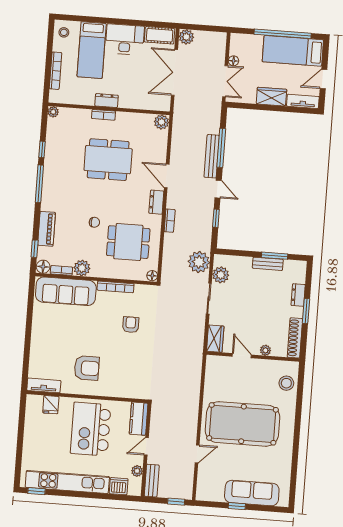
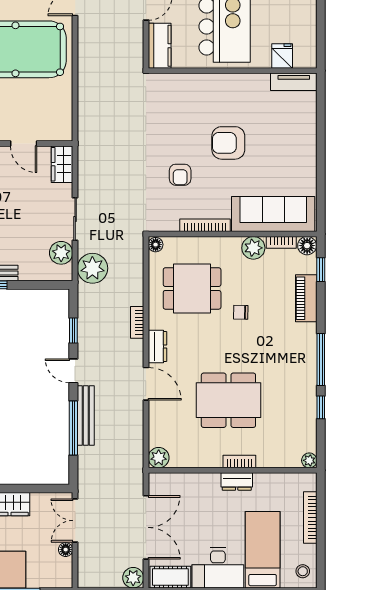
armchair: (87, 368) -> (228, 143), moved

